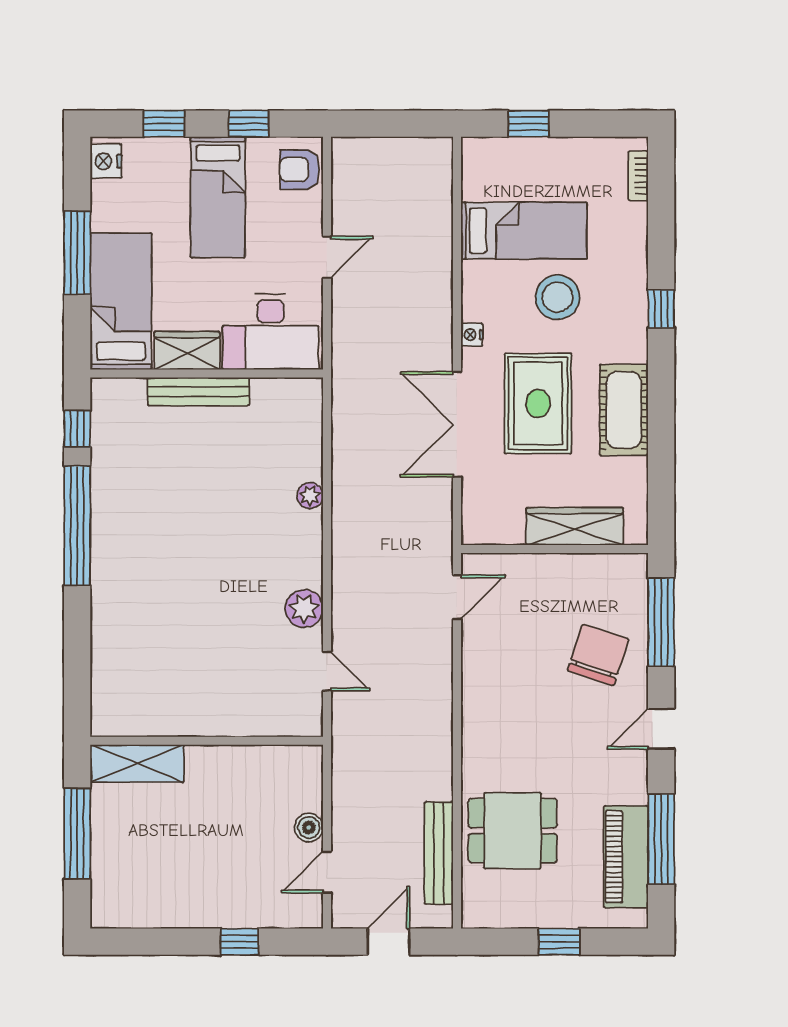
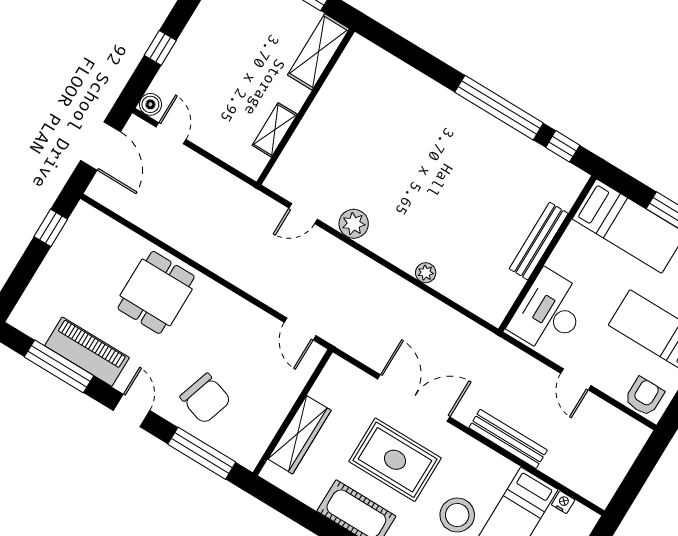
nightstand: (472, 335) -> (563, 502), moved
wardrobe: (187, 350) -> (570, 250), removed
shelving: (253, 759) -> (275, 130), added
boiler: (309, 827) -> (150, 104), moved
dining table: (513, 831) -> (156, 292), moved
bench: (439, 853) -> (508, 439), moved
piano: (626, 857) -> (87, 352), moved
door: (389, 942) -> (101, 146), width x1.38
window: (559, 942) -> (51, 228), moved

